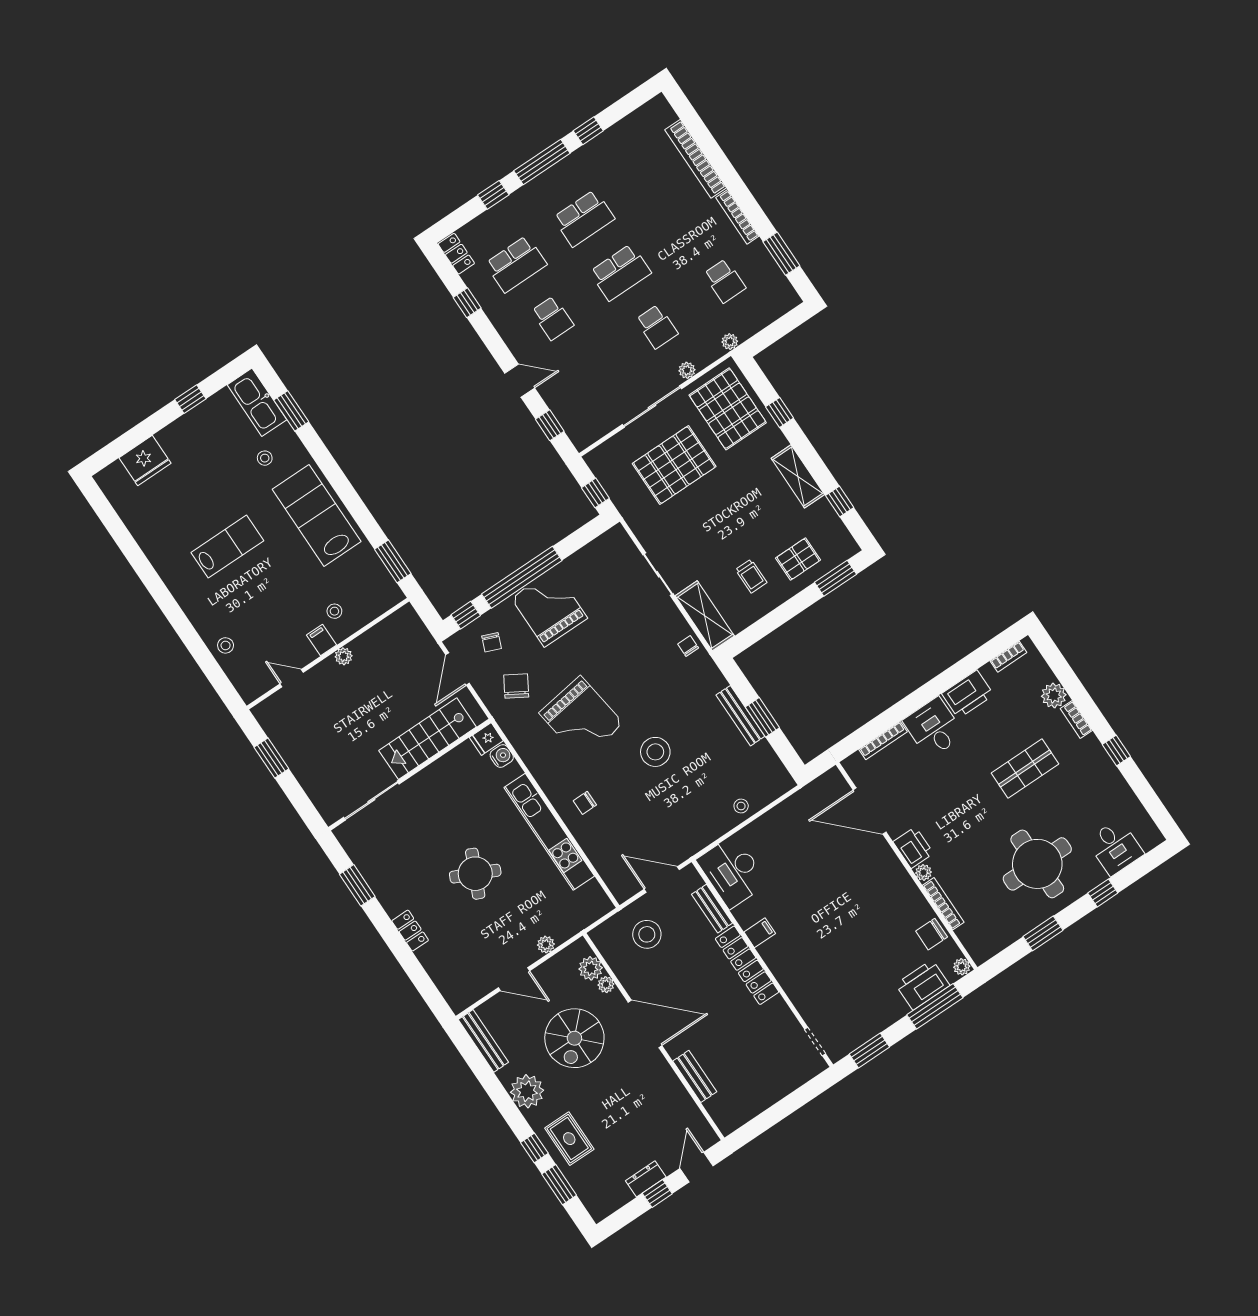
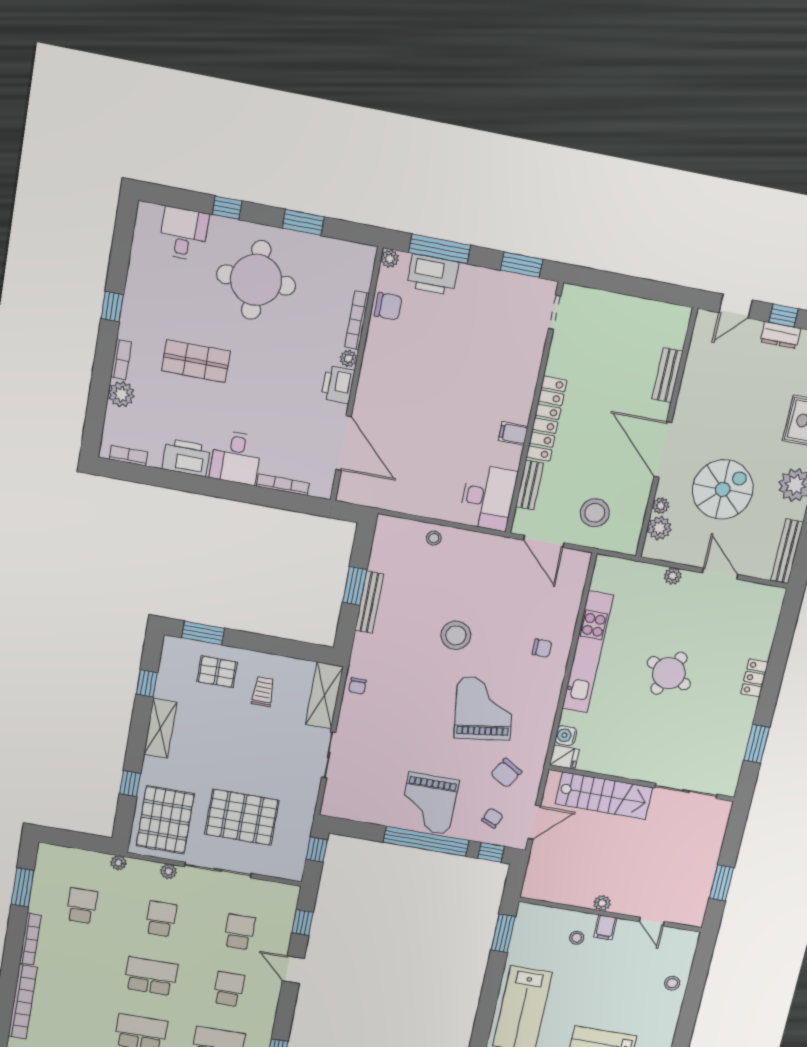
school desk: (589, 372) -> (239, 932), added

